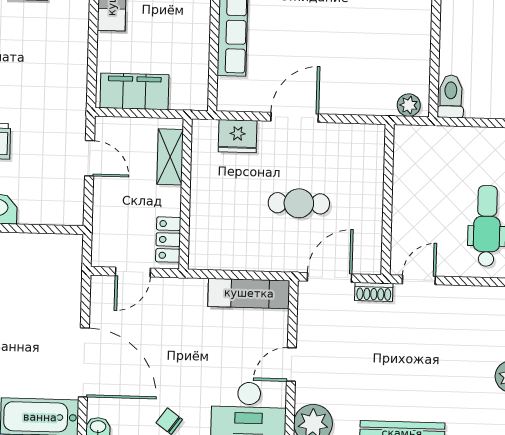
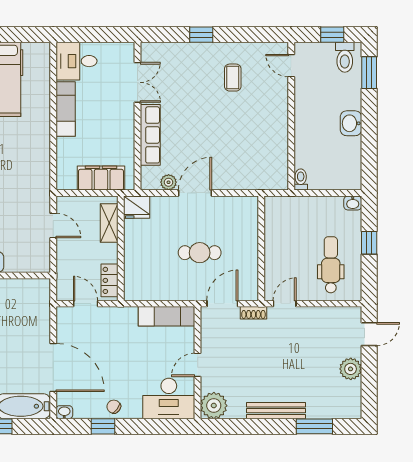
filing cabinet: (134, 91) -> (101, 178), moved
toilet: (451, 96) -> (301, 180), width x0.73, depth x0.72
plant: (409, 105) -> (169, 182), moved
fridge: (238, 136) -> (137, 207), moved
door: (133, 272) -> (86, 304), swing flipped

